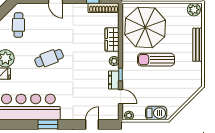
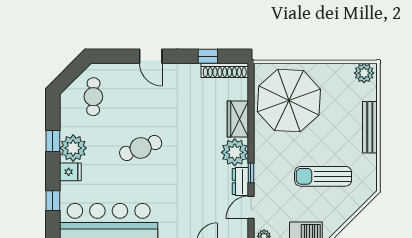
sun lounger: (156, 60) -> (323, 176), moved
plant: (114, 61) -> (235, 152), width x1.88, depth x1.88
door: (121, 97) -> (251, 207), swing flipped

